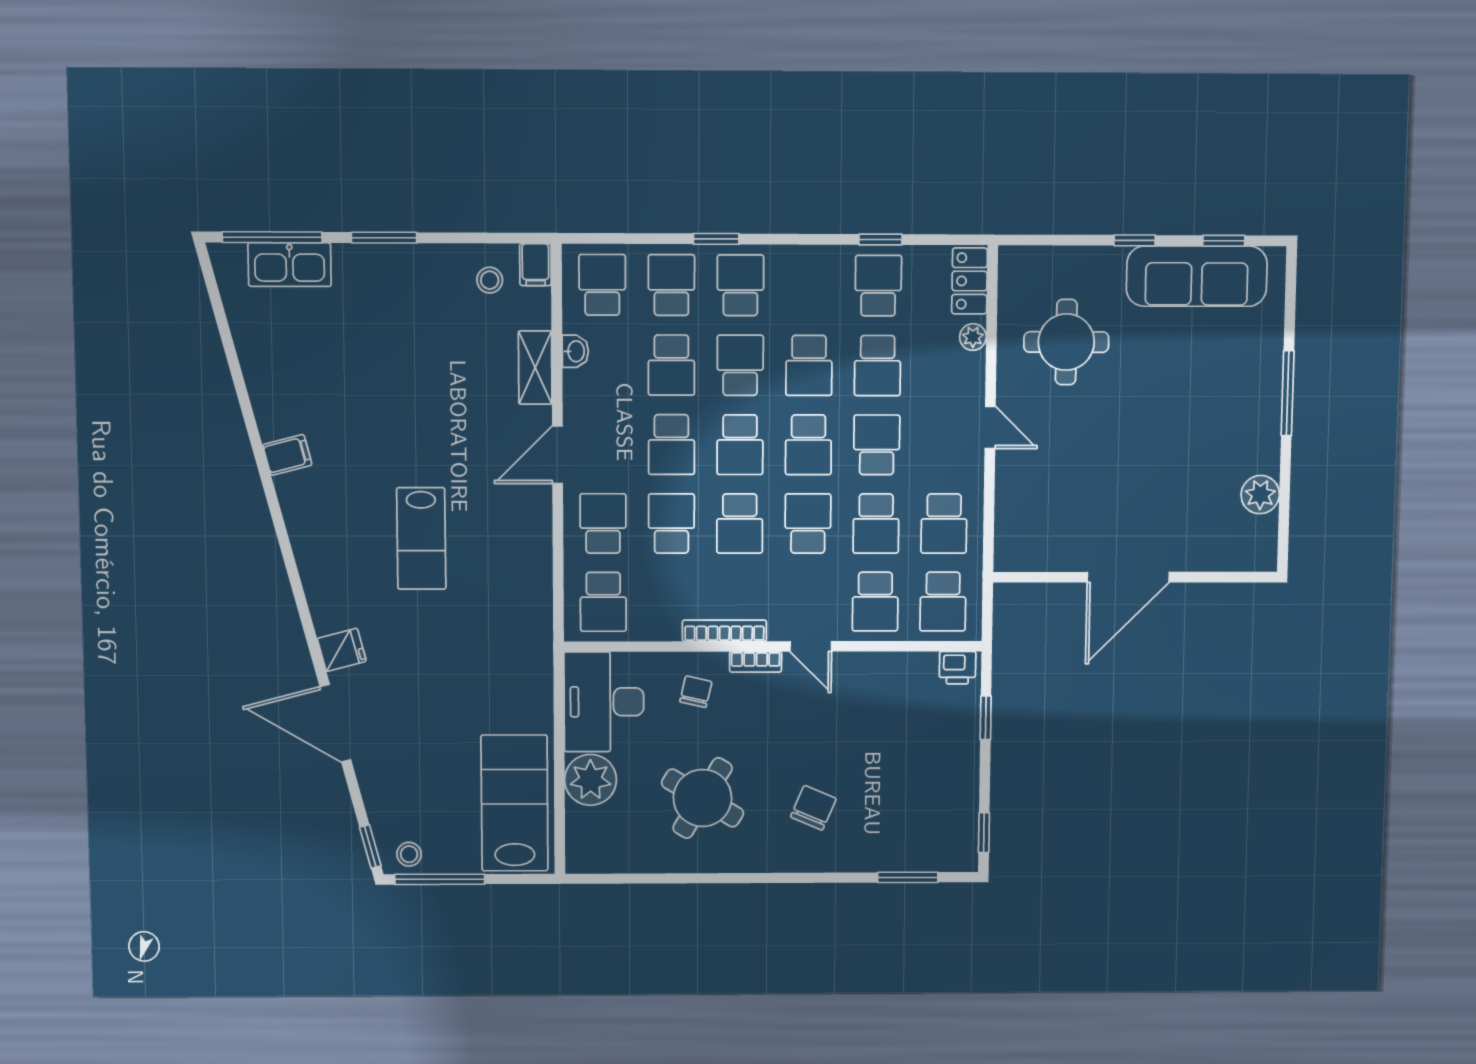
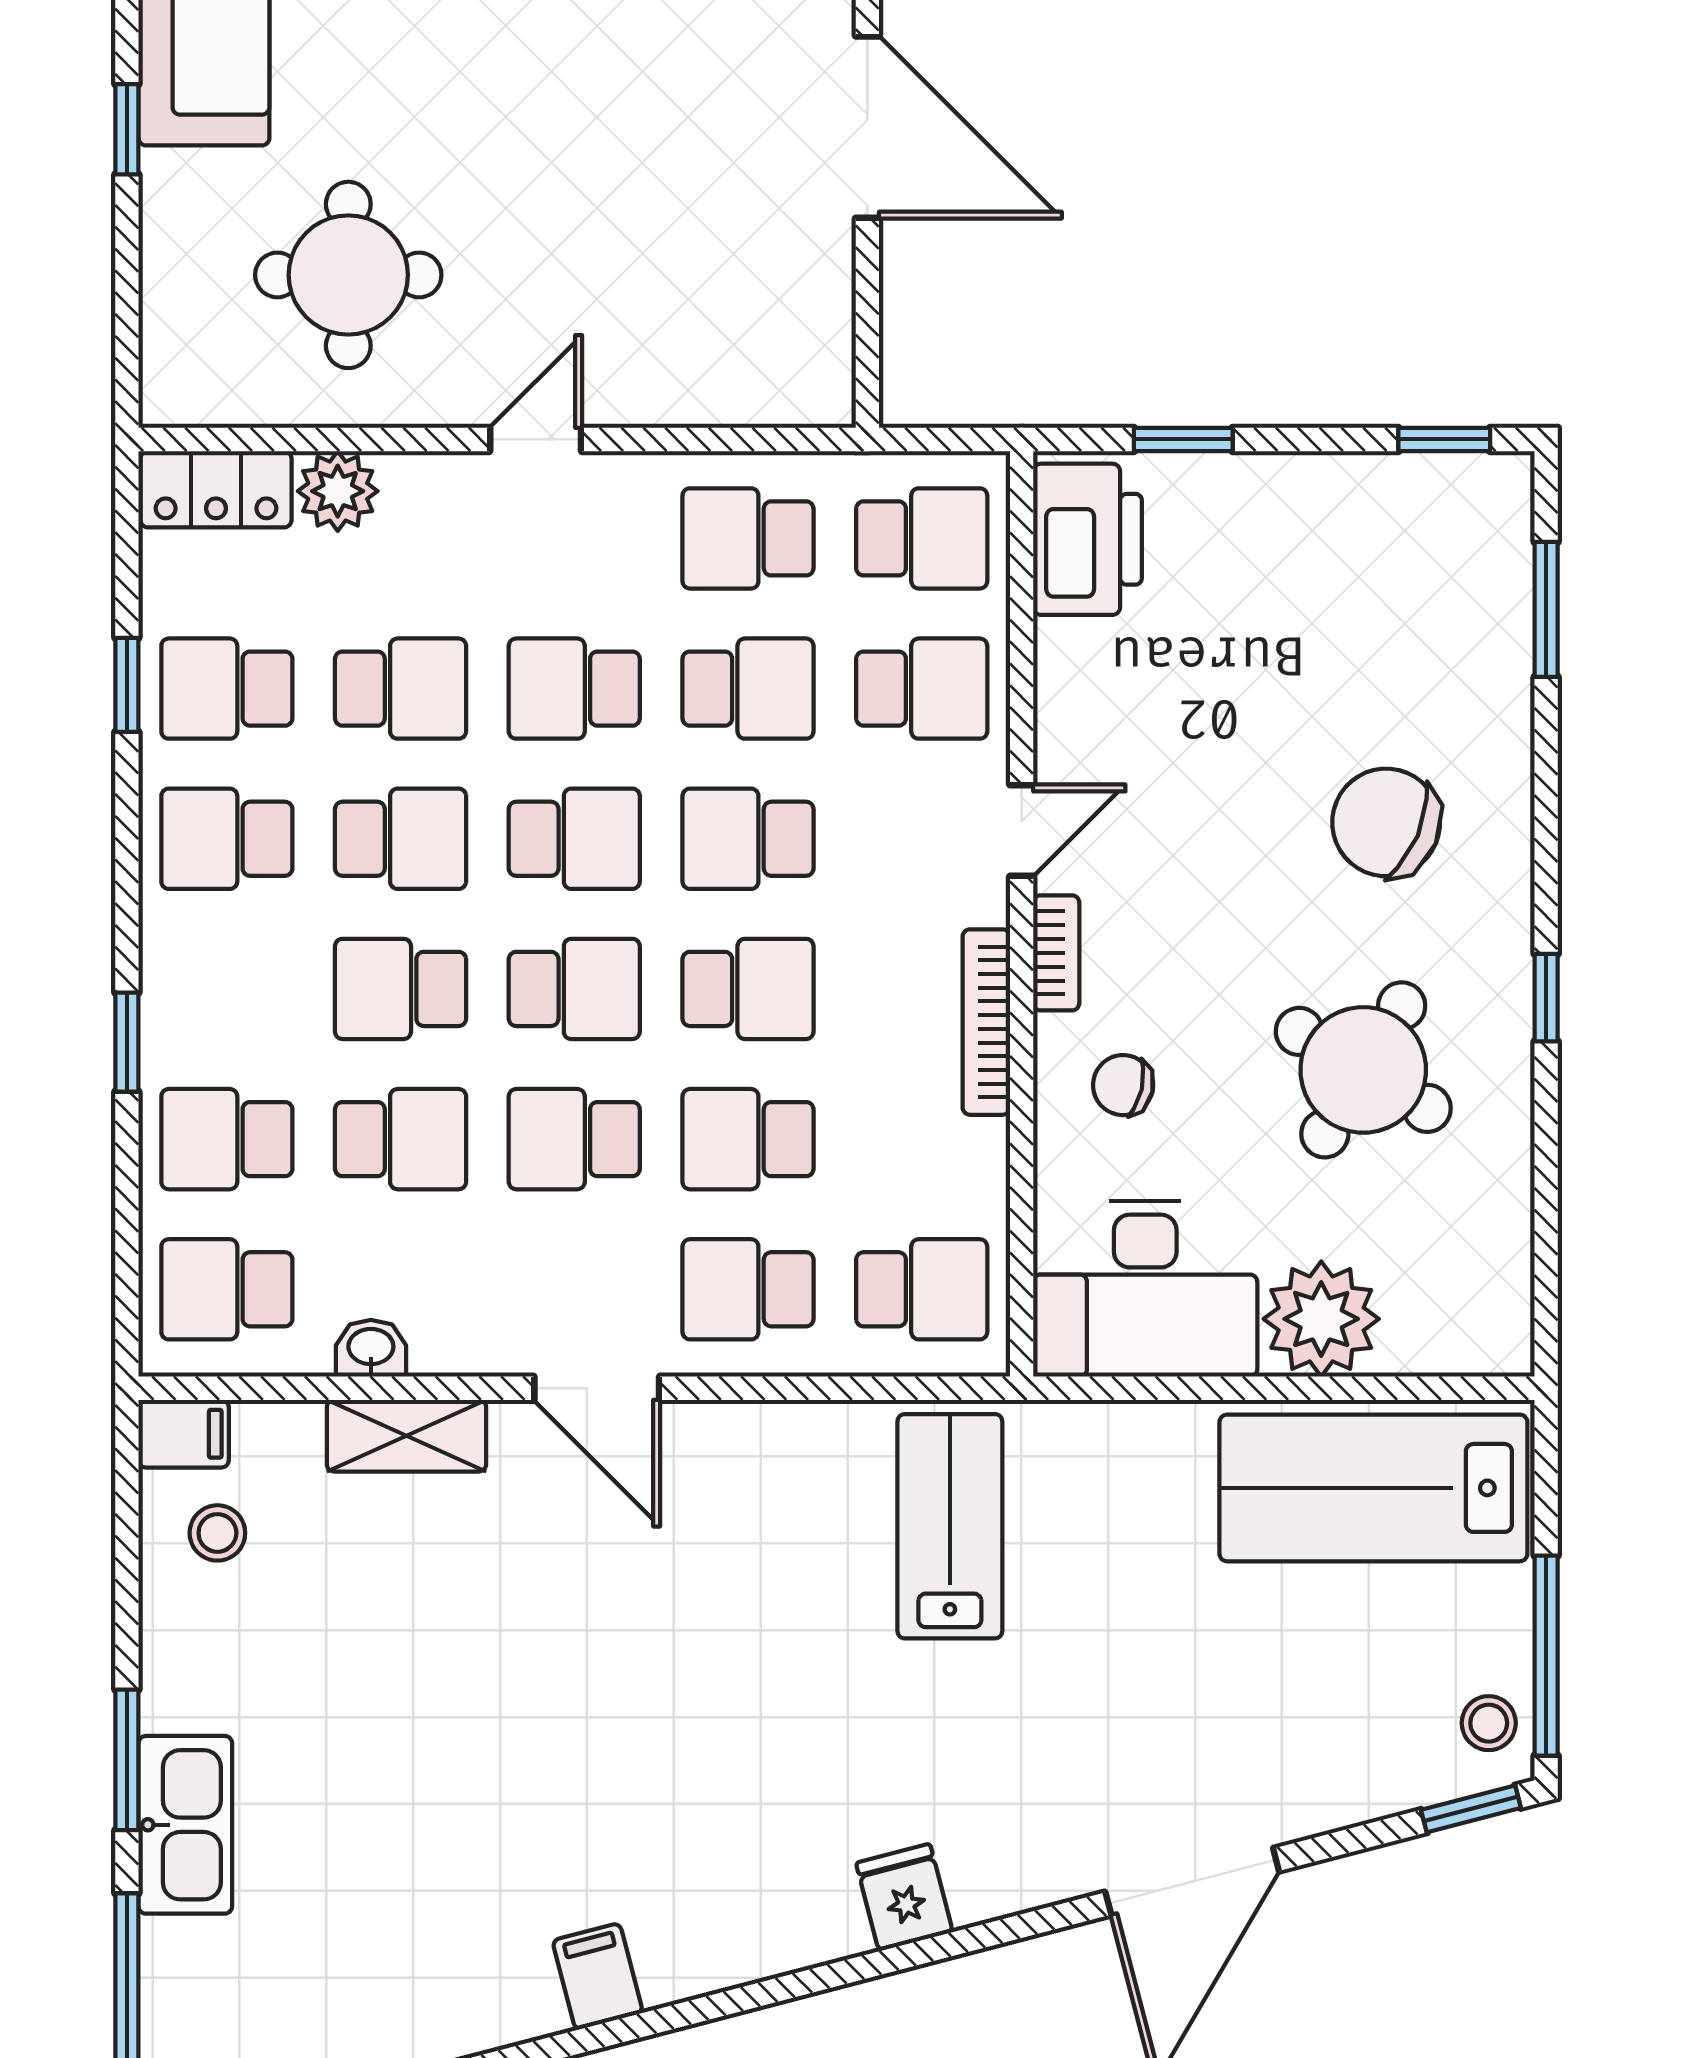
kitchen sink: (290, 265) -> (185, 1825), moved
school desk: (740, 285) -> (227, 839), moved
plant: (973, 337) -> (338, 491), width x1.38, depth x1.38
school desk: (671, 445) -> (574, 1139), turned 180
school desk: (944, 524) -> (748, 538), turned 180
lab bench: (421, 539) -> (950, 1526), moved, turned -90
fridge: (342, 650) -> (904, 1897), moved
printer: (957, 668) -> (1088, 539), width x1.87, depth x1.48
chair: (813, 808) -> (1386, 822), width x1.37, depth x1.37
window: (735, 878) -> (1546, 998), added

